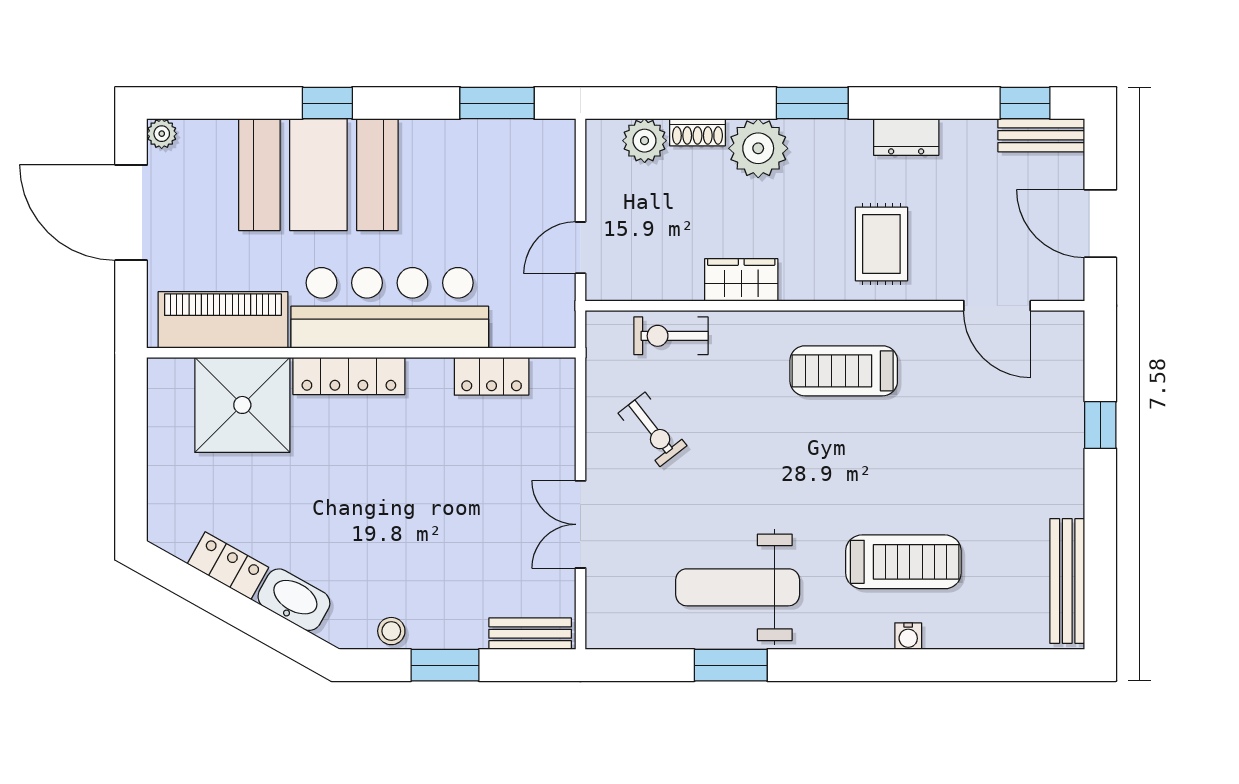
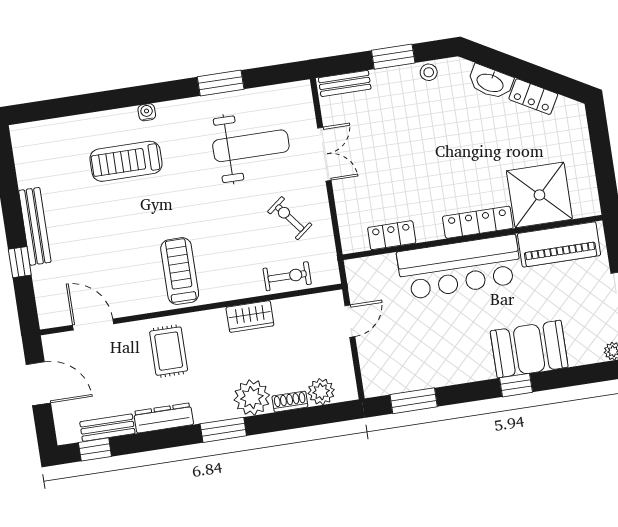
bench: (1041, 135) -> (107, 428), moved
dresser: (906, 137) -> (164, 418), width x1.44
booth: (318, 175) -> (529, 349), width x0.73, depth x0.70
treadmill: (844, 371) -> (180, 271), turned -90
bench: (1067, 581) -> (35, 226), moved
weight bench: (738, 587) -> (251, 146), moved
water cooler: (908, 636) -> (147, 112), moved

